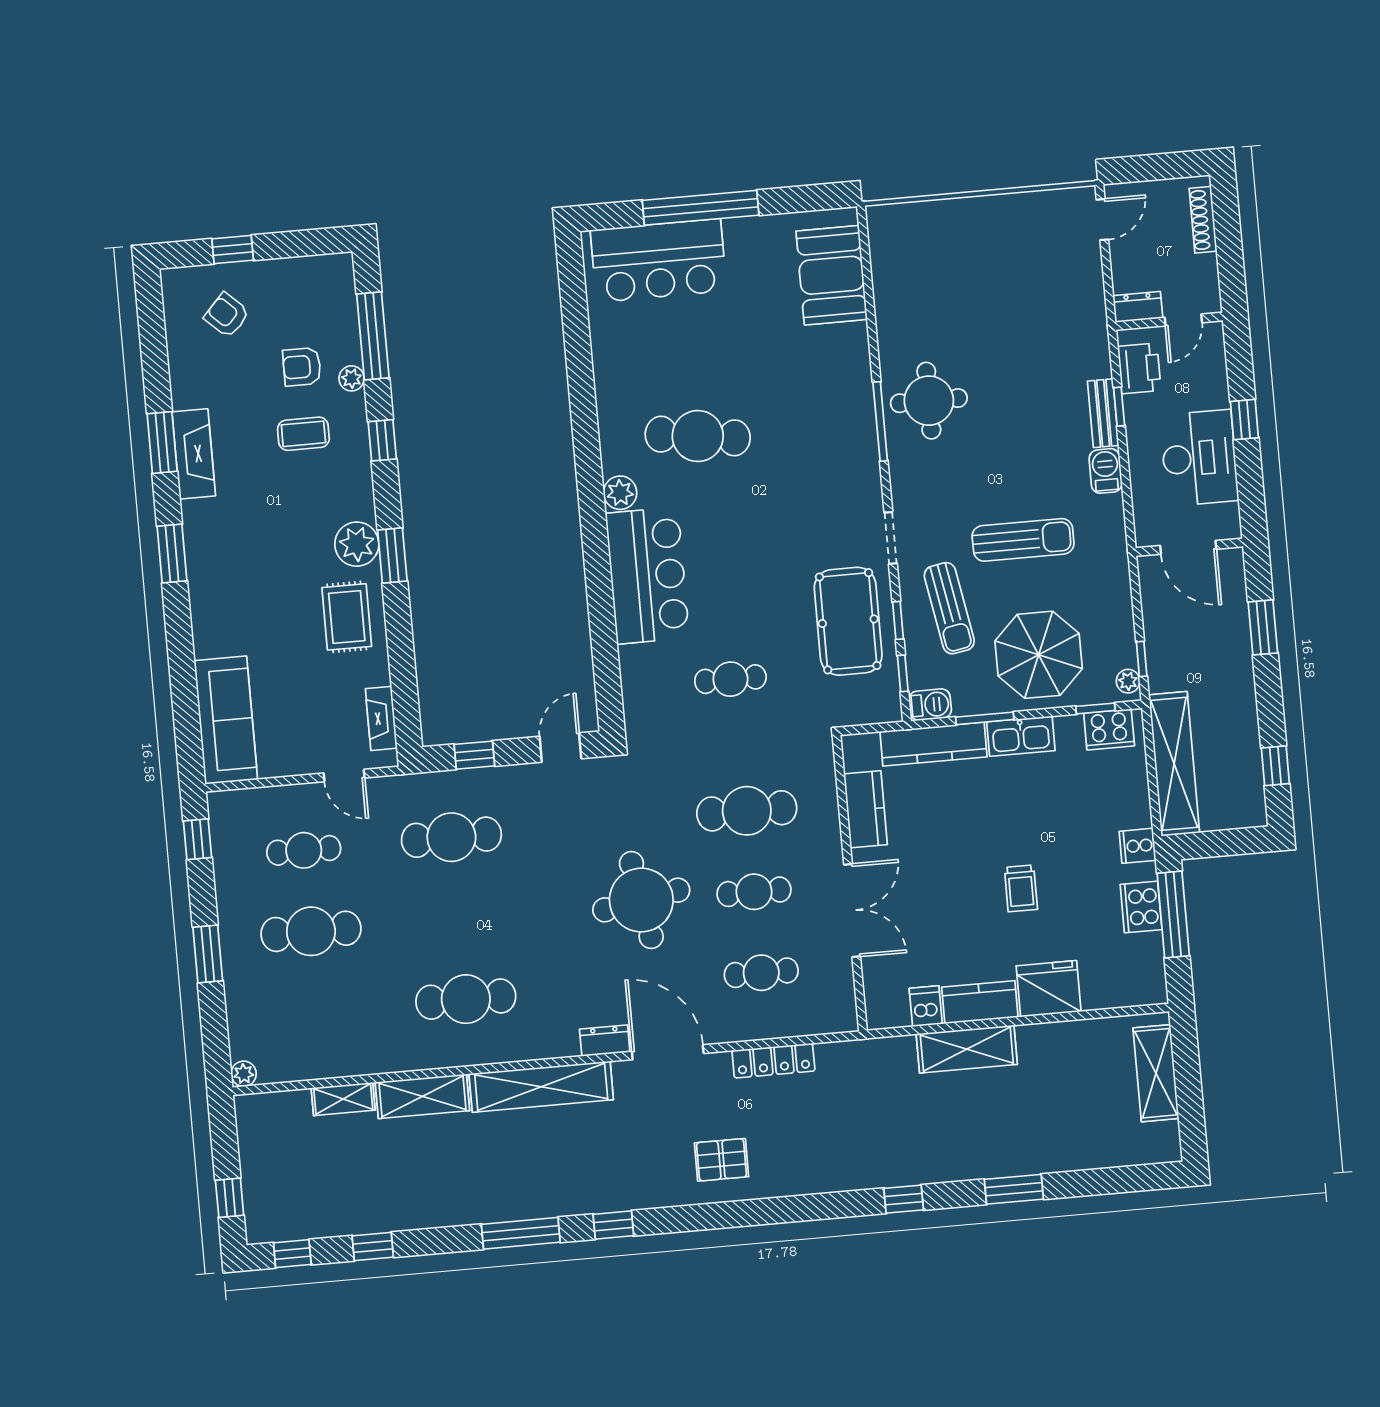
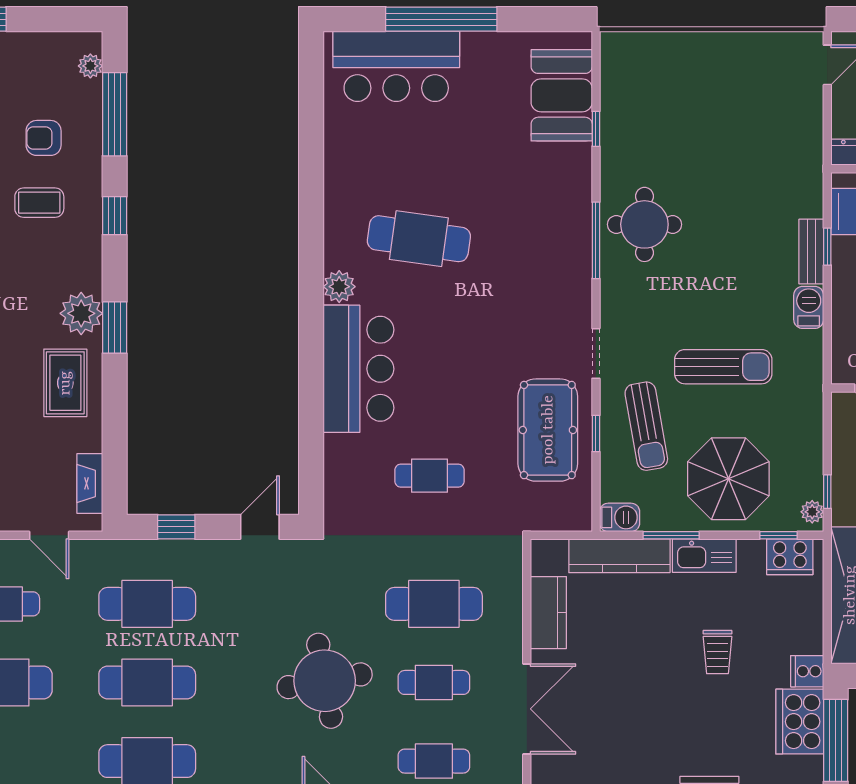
plant: (352, 378) -> (90, 66), moved
window: (903, 673) -> (596, 129), moved
trolley: (1021, 888) -> (717, 652), moved
cooker: (1141, 907) -> (800, 722), width x1.37, depth x1.31
cafe table: (459, 918) -> (147, 682), added

